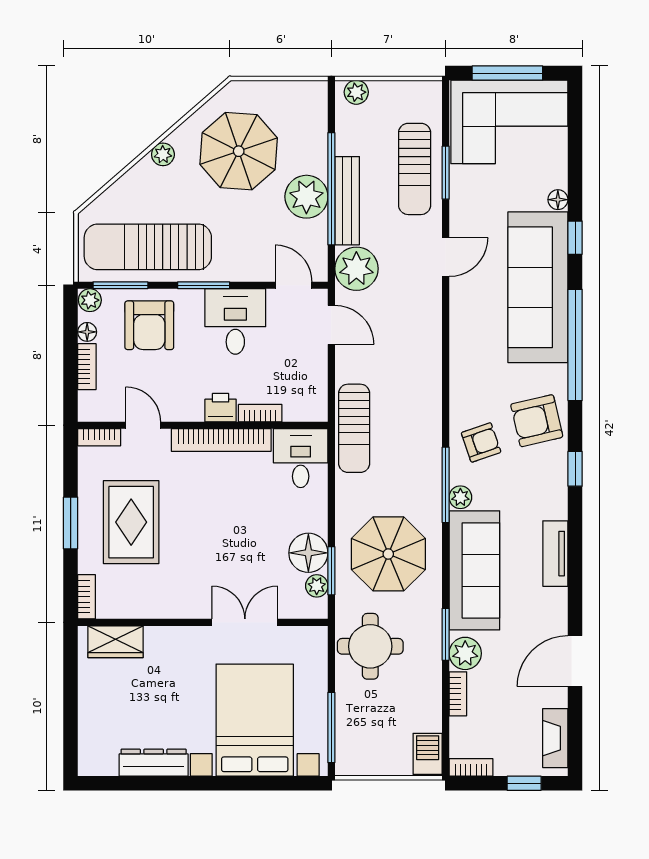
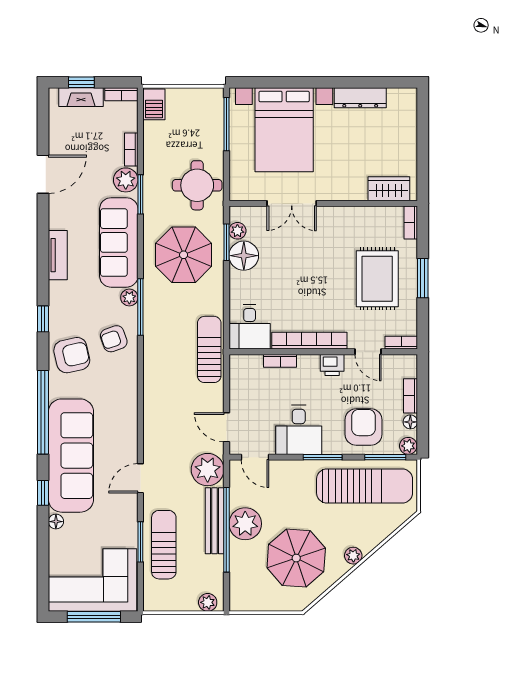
printer: (221, 408) -> (332, 365), moved
fireplace: (555, 738) -> (81, 97), moved, turned 90

